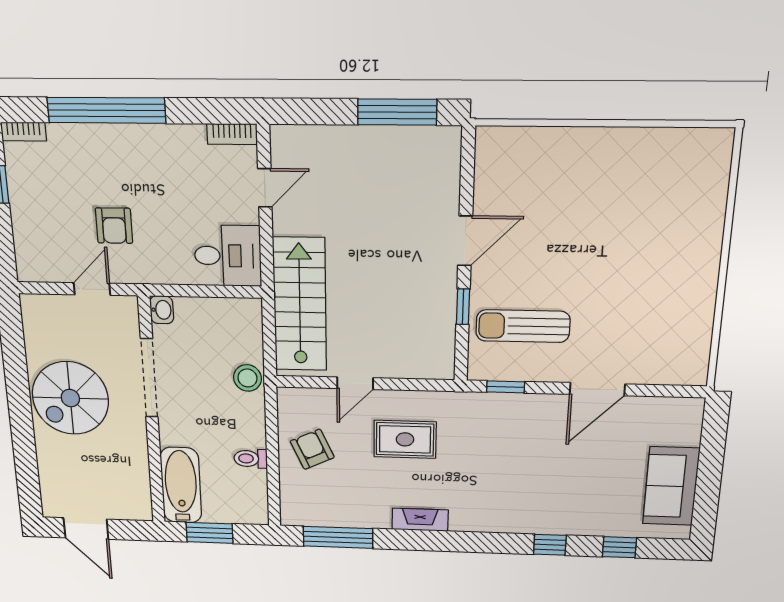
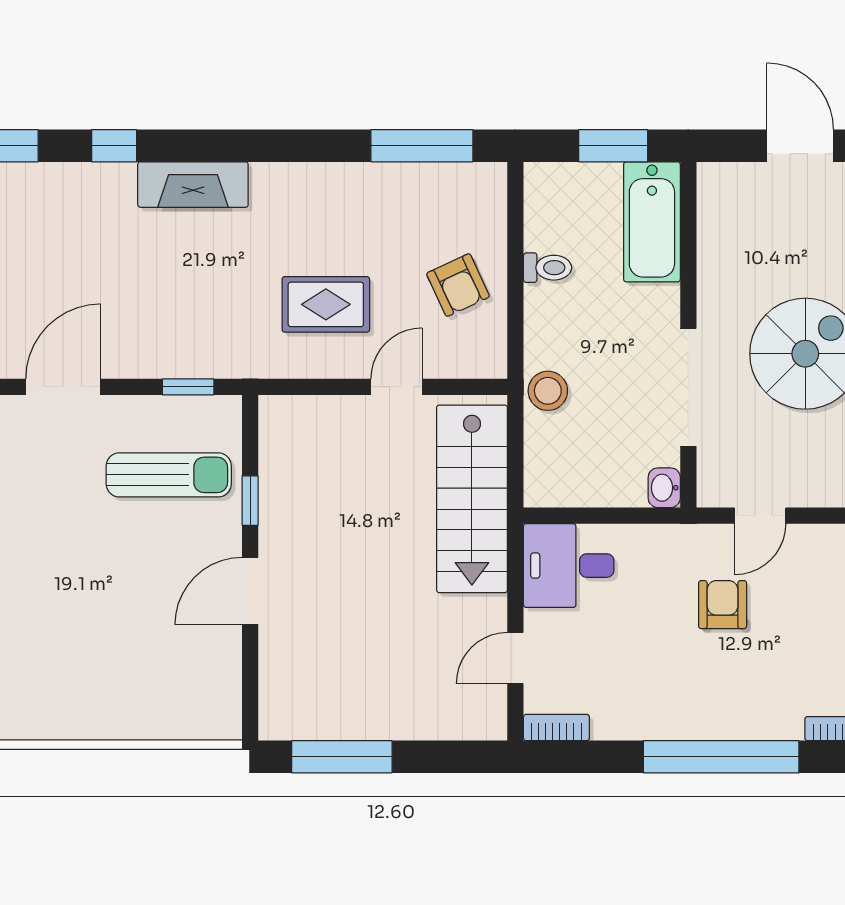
fireplace: (420, 520) -> (193, 185), moved, width x1.37, depth x1.32

